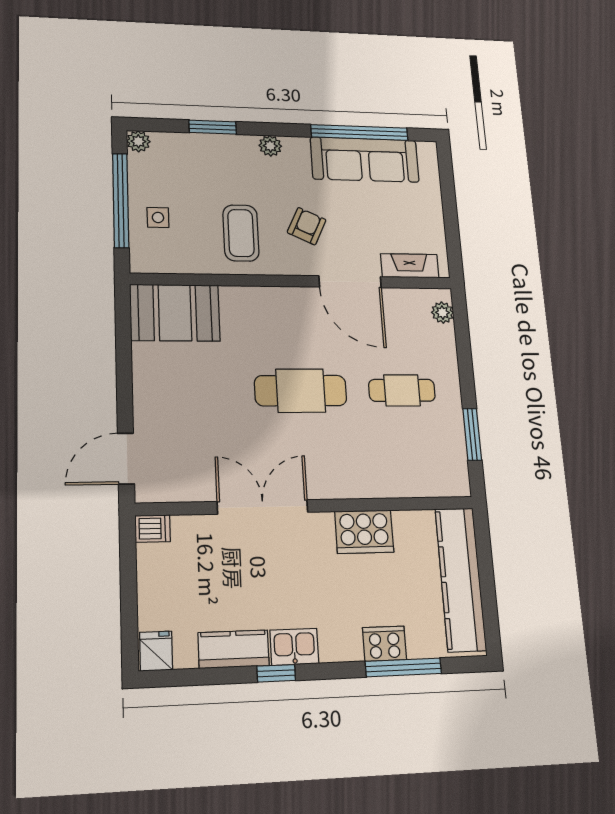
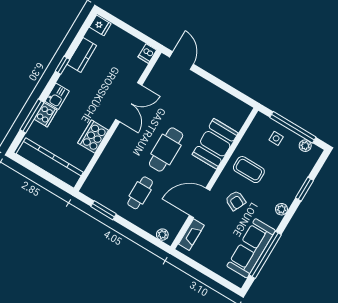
plant: (138, 141) -> (305, 146), moved
booth: (175, 313) -> (215, 144), moved
kitchen sink: (294, 647) -> (57, 96), moved

